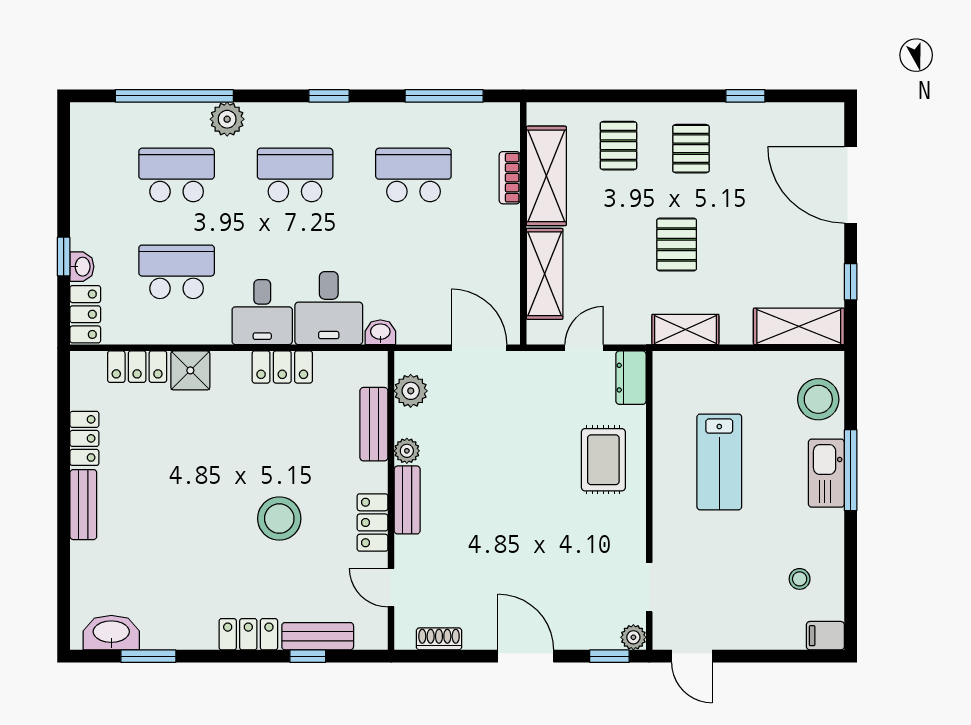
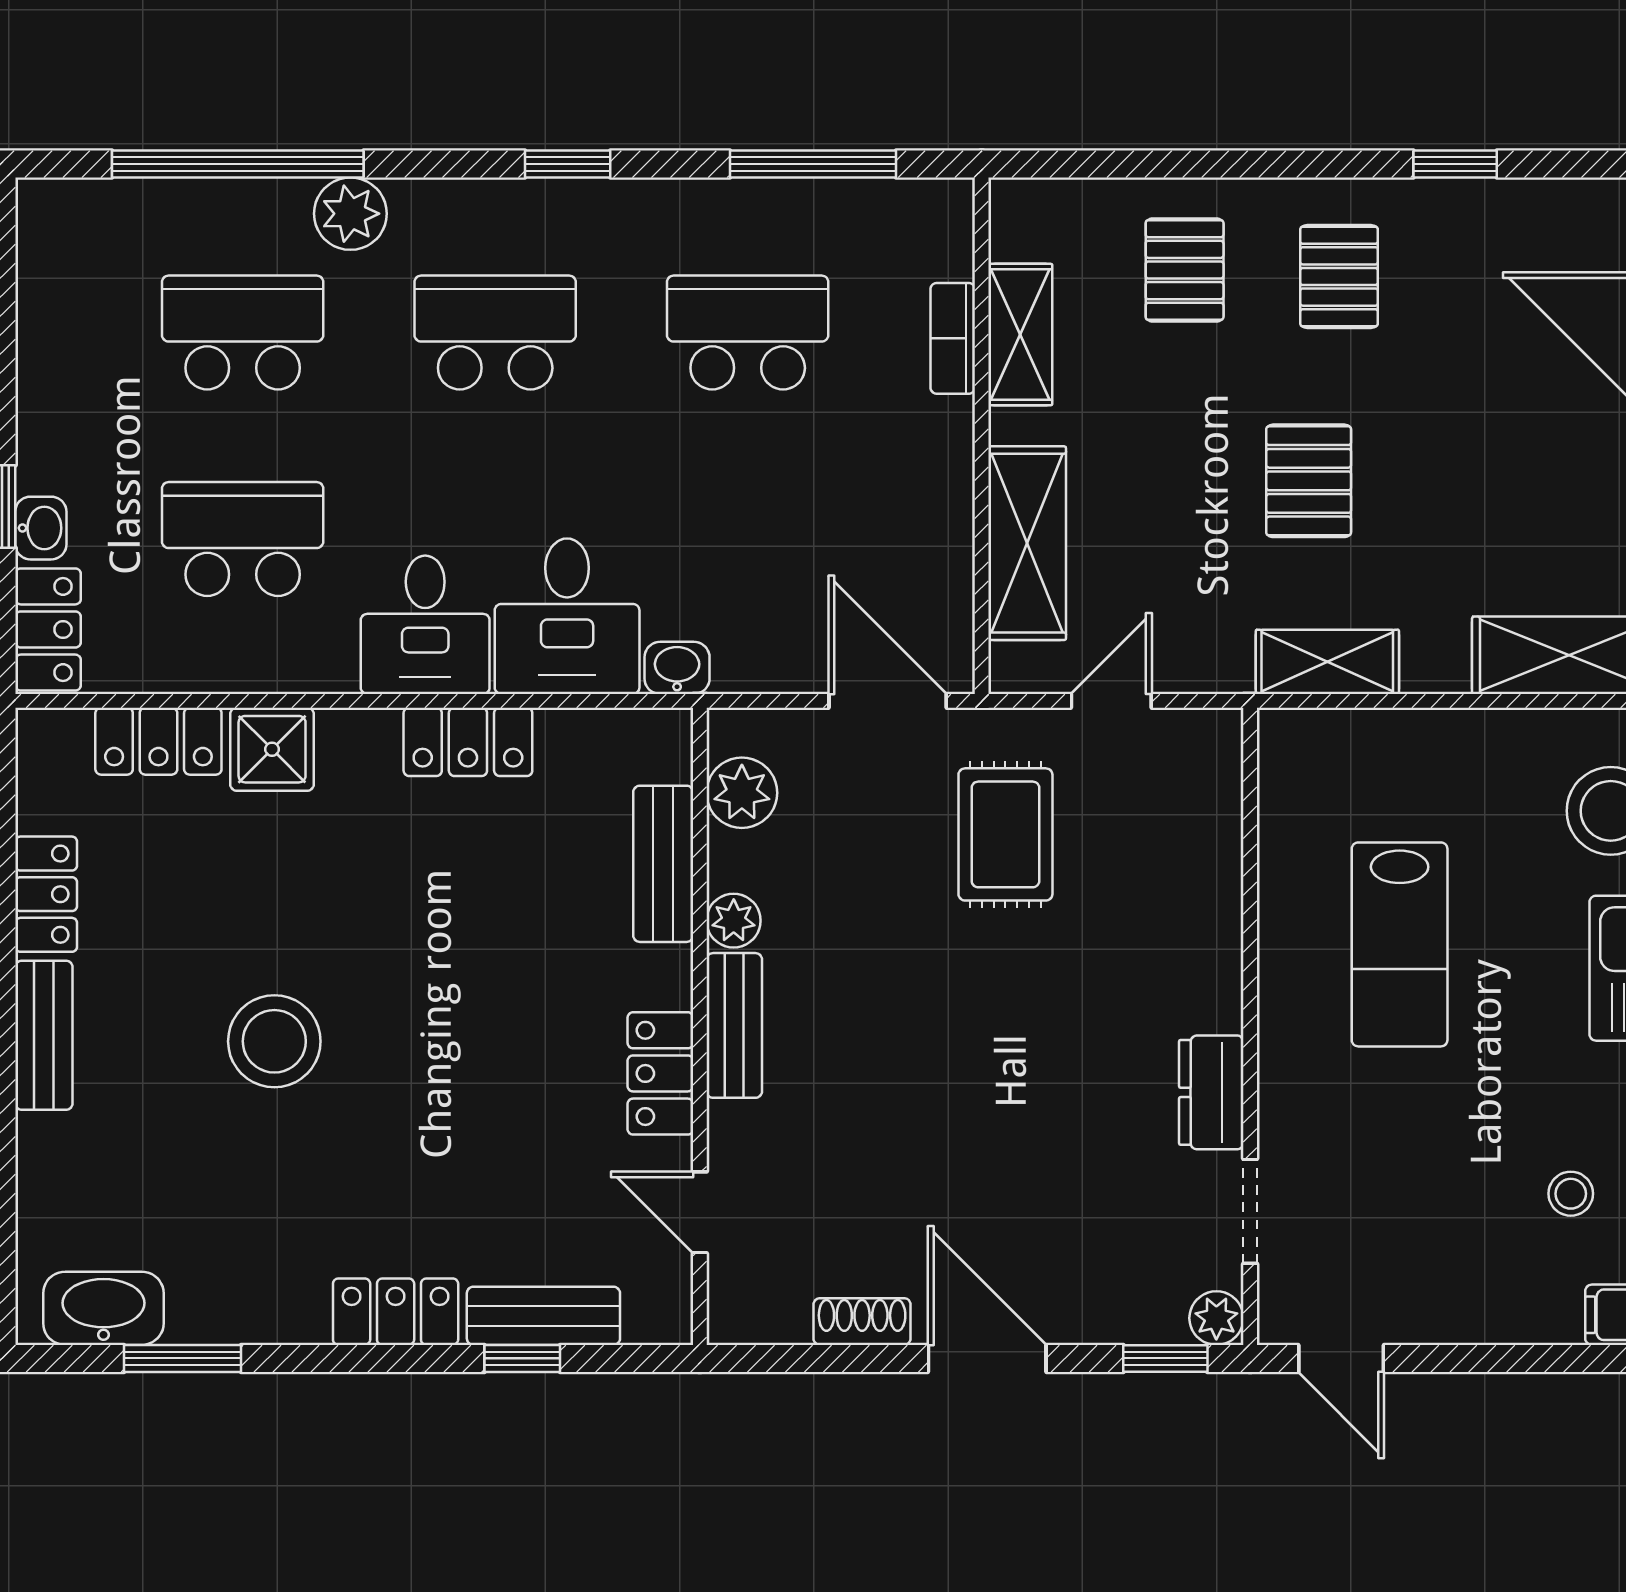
shelving: (546, 176) -> (1020, 335), width x0.67, depth x0.75
dresser: (631, 378) -> (1211, 1092), moved
rug: (603, 460) -> (1005, 834), moved
stool: (279, 519) -> (274, 1041), moved
shoe rack: (439, 639) -> (862, 1322), moved

